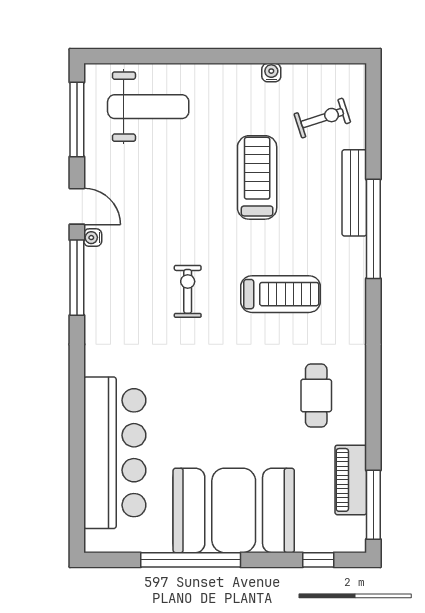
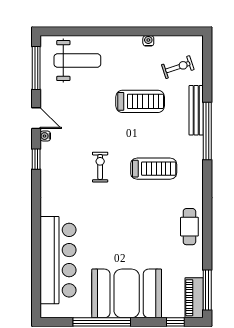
treadmill: (257, 177) -> (140, 101), turned 90
window: (77, 278) -> (36, 159), width x0.46
cafe table: (316, 395) -> (189, 227), moved
piano: (351, 480) -> (194, 298), moved

